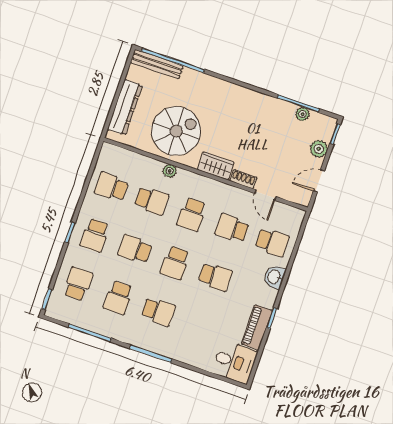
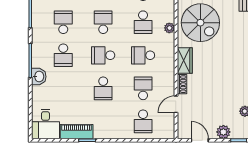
washbasin: (274, 277) -> (39, 77), moved, turned 90
school desk: (118, 298) -> (63, 22), turned 90

